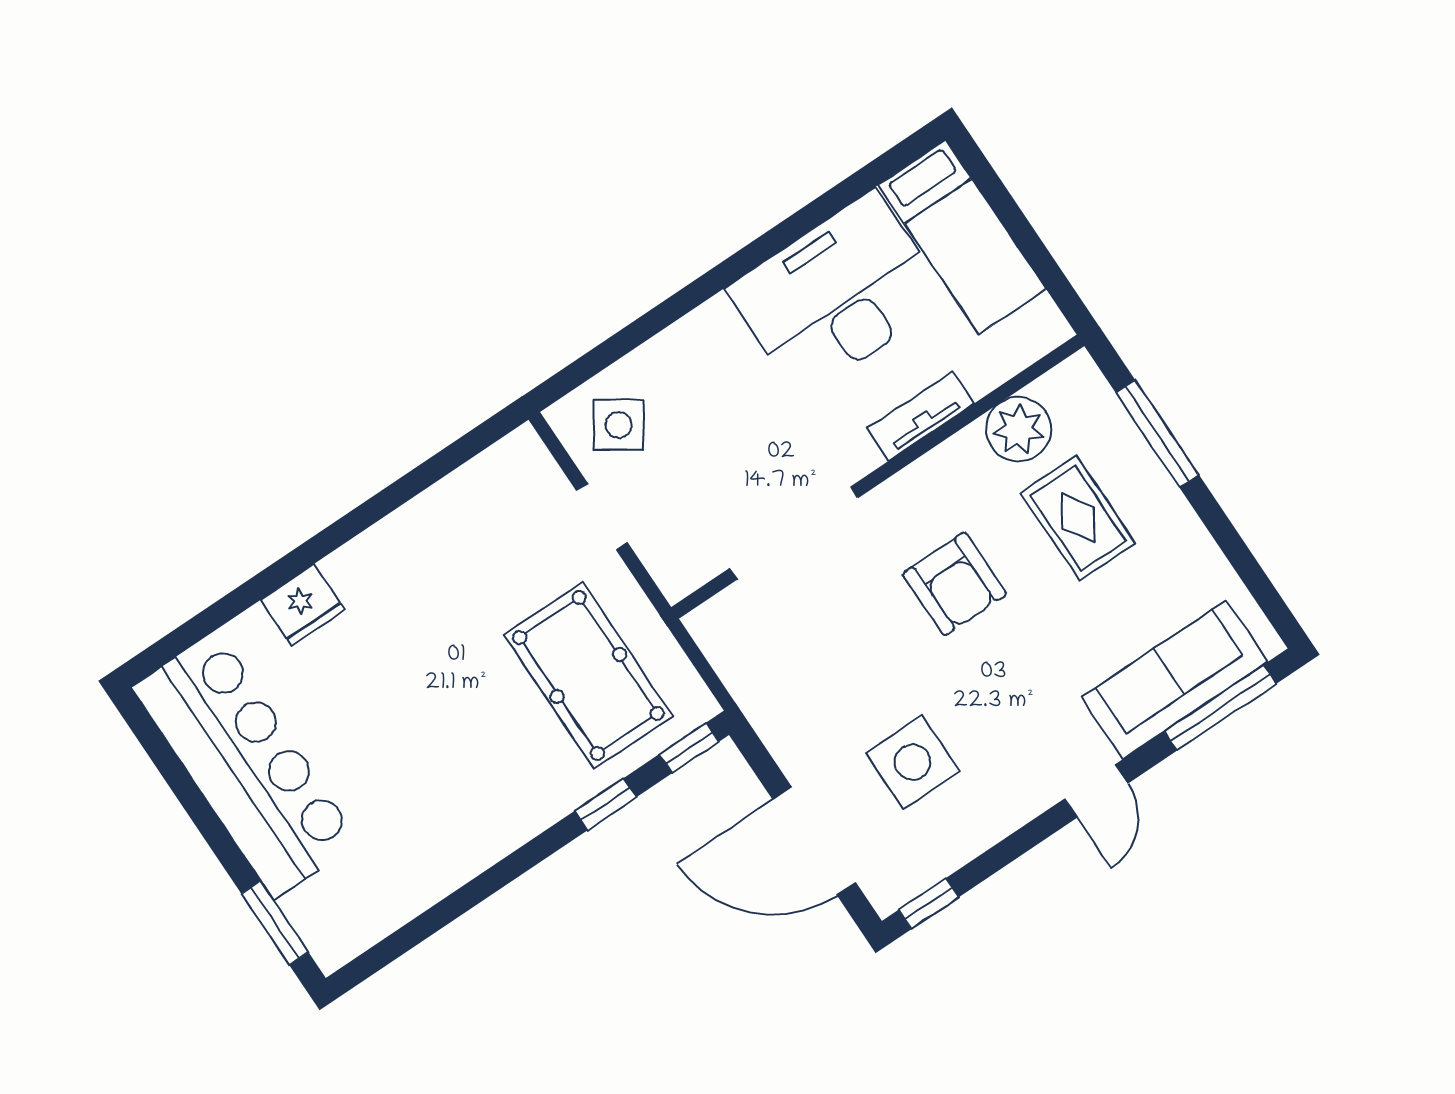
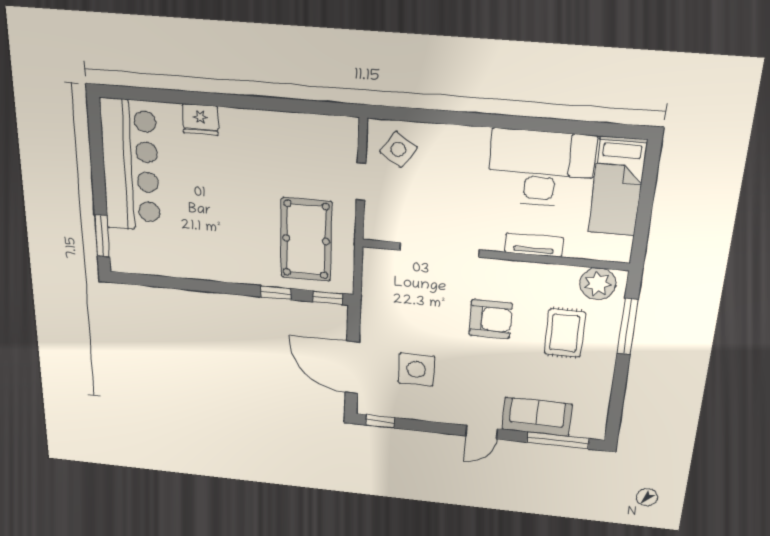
plant: (1019, 429) -> (598, 284), moved
armchair: (955, 584) -> (491, 319), turned -90
sofa: (1175, 680) -> (537, 417), width x0.73

